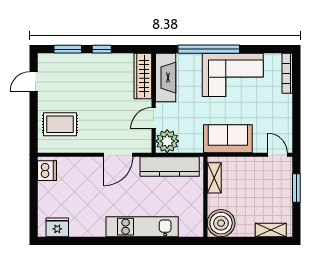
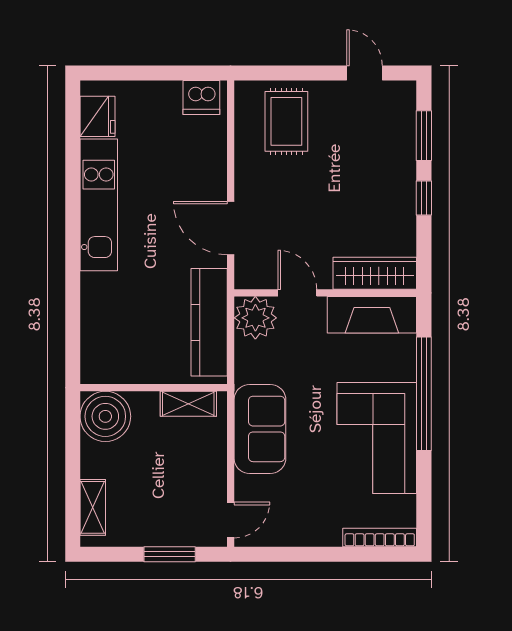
kitchen unit: (142, 227) -> (99, 205), moved

